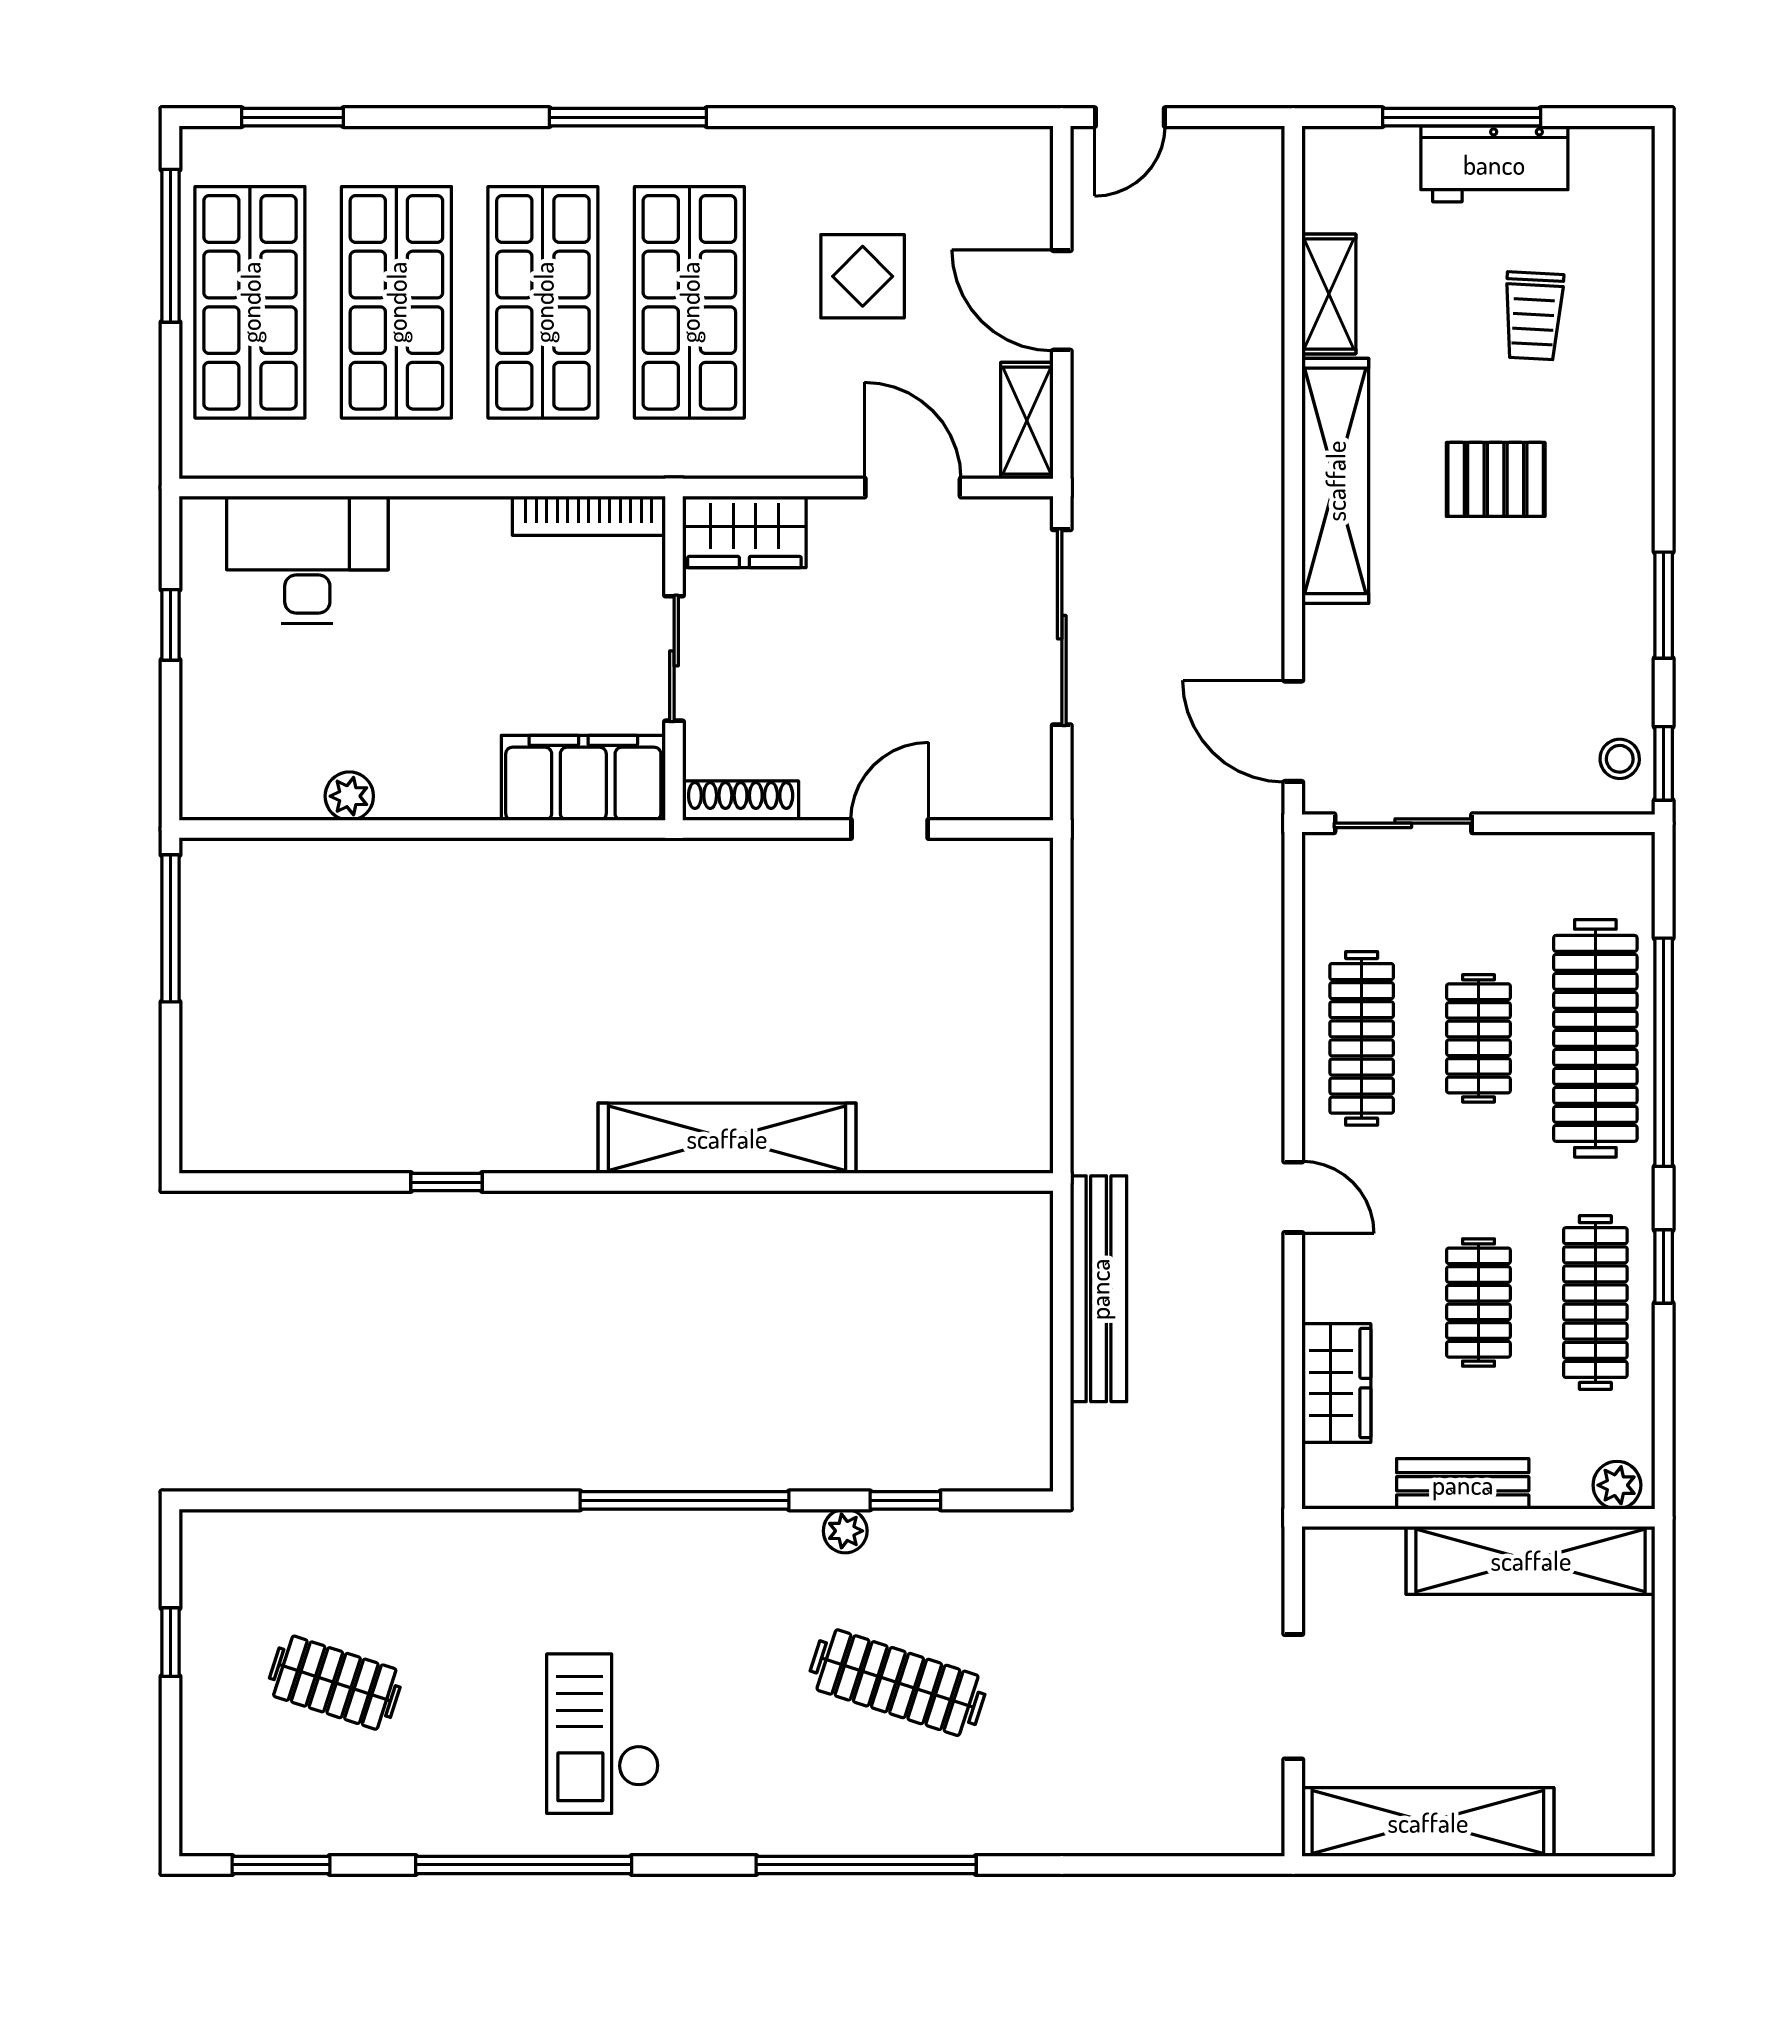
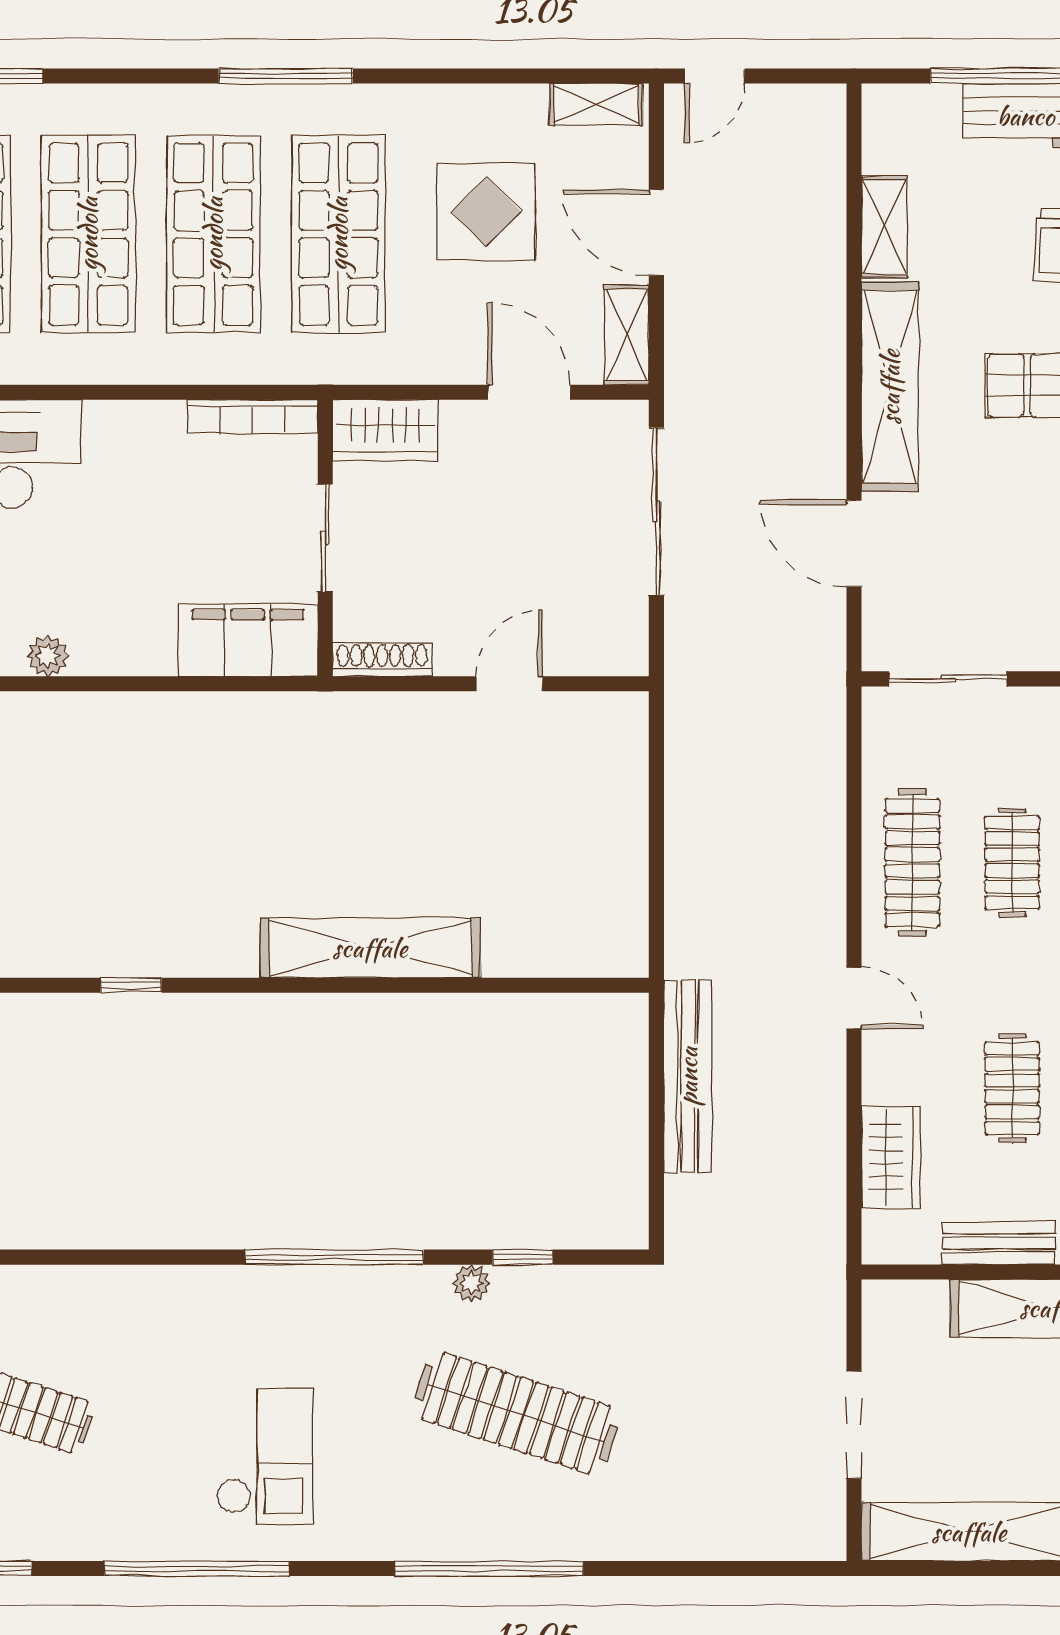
shelving: (991, 150) -> (596, 104), added
display table: (863, 276) -> (486, 212), width x1.36, depth x1.36
door: (1293, 731) -> (854, 544), moved
clothes rail: (897, 1683) -> (516, 1413), width x1.37, depth x1.31
checkout: (603, 1734) -> (264, 1456), turned 180

